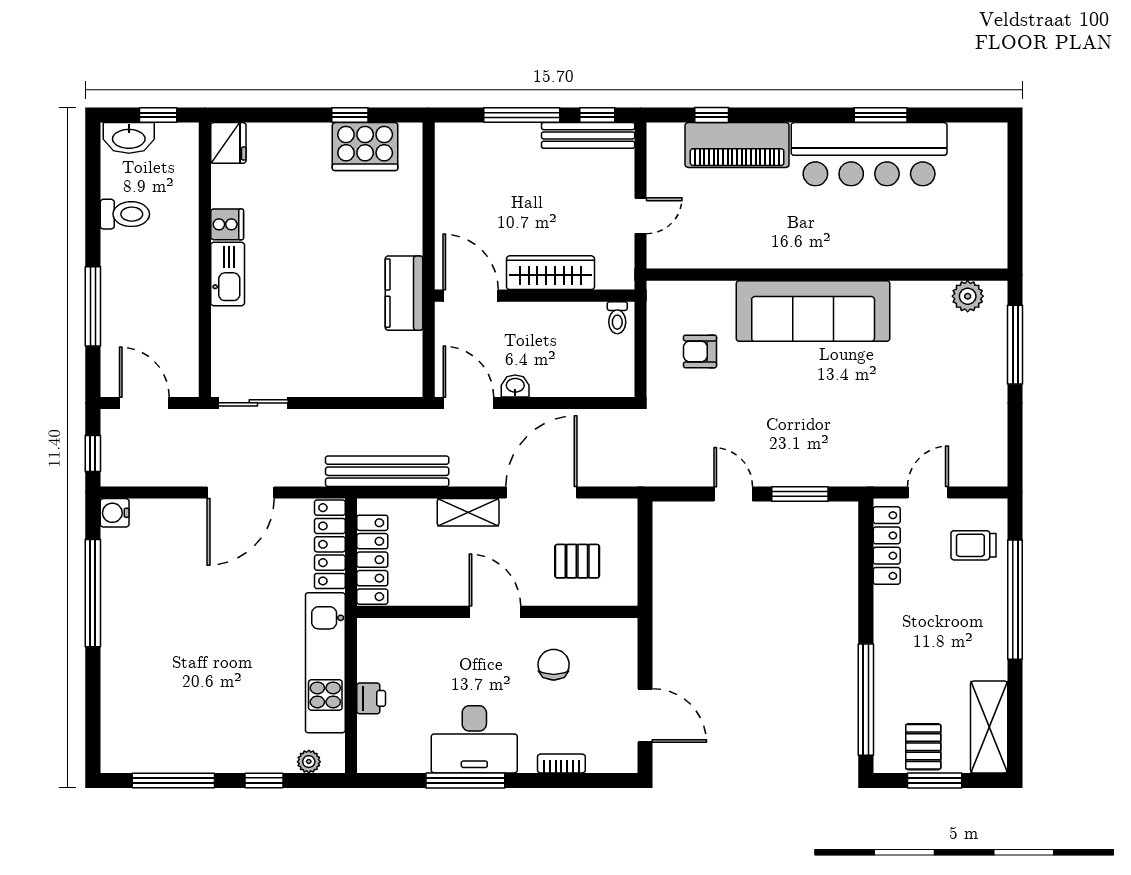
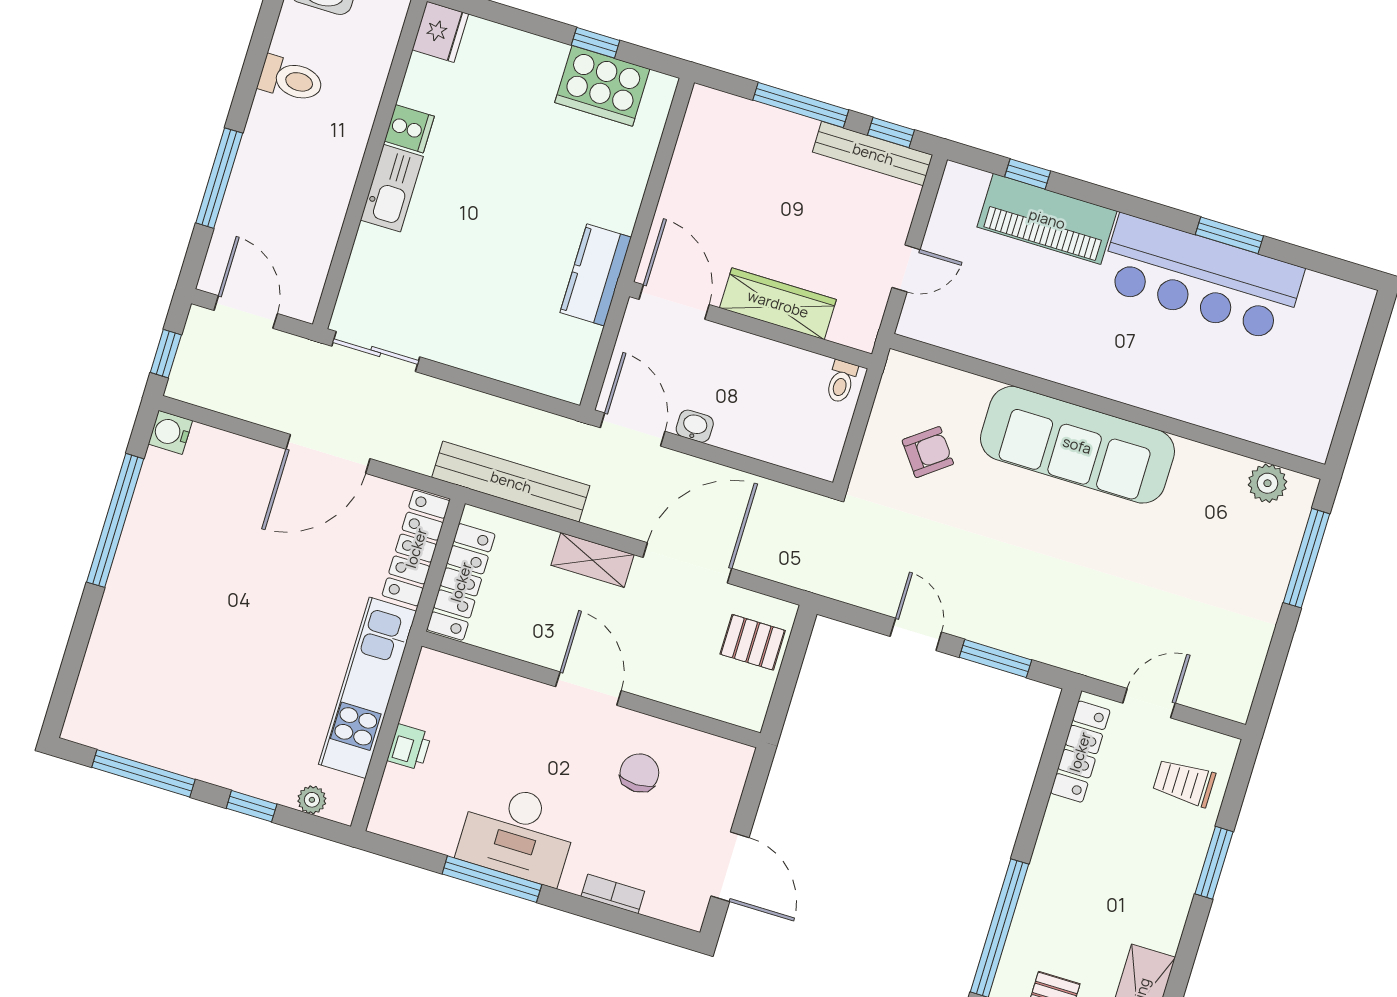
armchair: (700, 351) -> (928, 452), turned 143
pallet: (577, 561) -> (753, 642), moved
window: (1015, 600) -> (1214, 863), width x0.47

